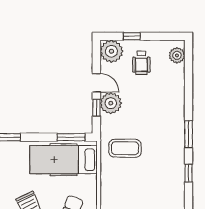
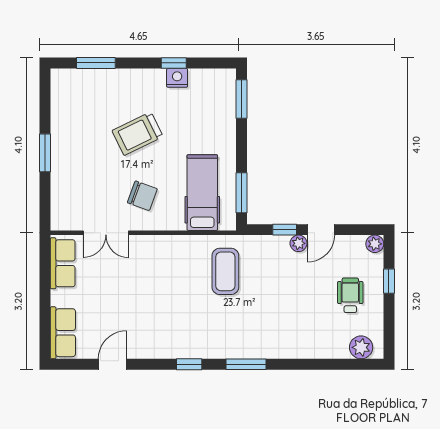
plant: (111, 51) -> (375, 244), width x0.53, depth x0.53
wheelchair: (141, 63) -> (350, 295), turned 90
plant: (111, 103) -> (298, 243), width x0.53, depth x0.53
hospital bed: (64, 160) -> (202, 193), width x0.73, depth x0.78

